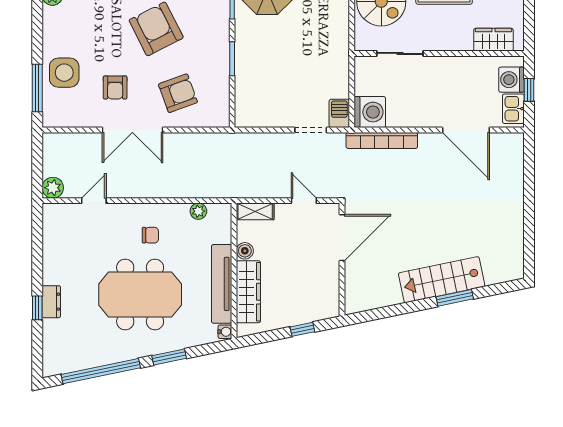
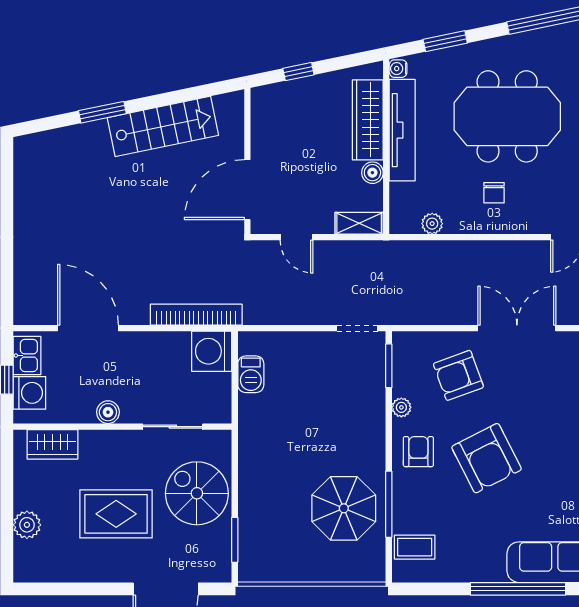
window: (232, 59) -> (389, 366), moved
boiler: (450, 65) -> (108, 412), added
plant: (222, 68) -> (401, 407), added
armchair: (115, 87) -> (418, 452), moved
barbecue: (339, 113) -> (251, 374), moved
doorway: (311, 130) -> (357, 328), moved
chair: (150, 235) -> (494, 193), turned -90
stairs: (442, 280) -> (163, 126), moved
window: (169, 357) -> (445, 41), moved

